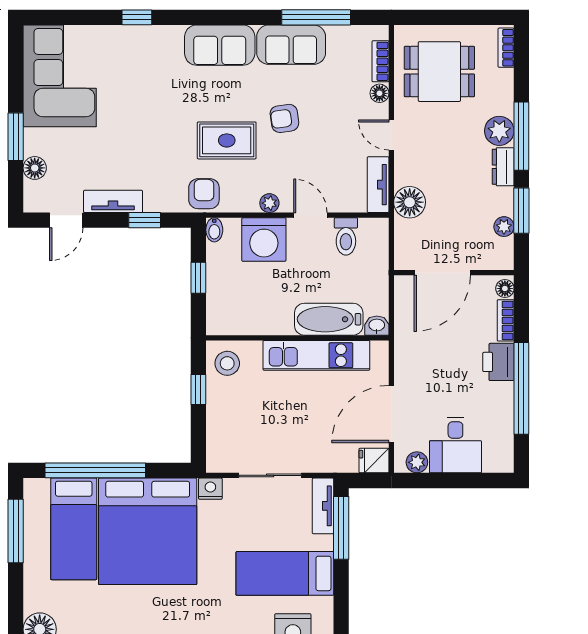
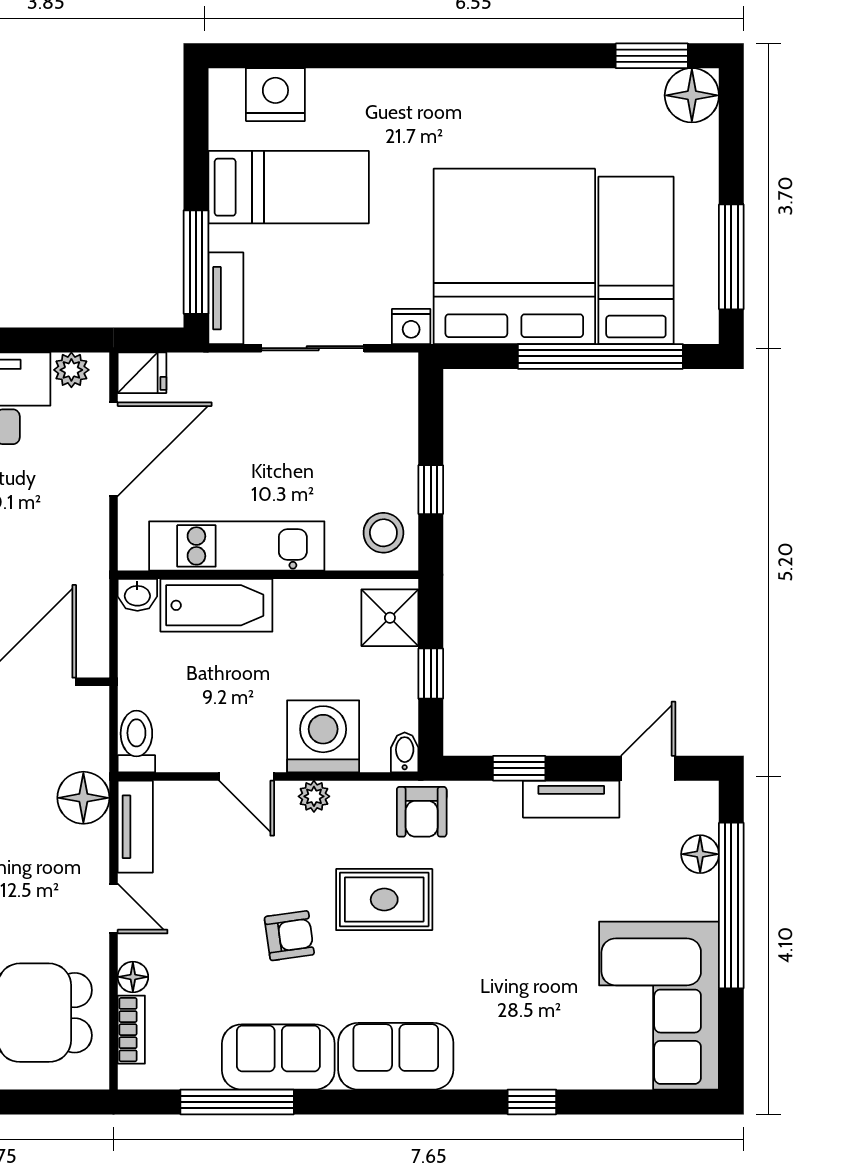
window: (16, 137) -> (731, 906), width x2.11
toilet: (346, 236) -> (136, 742), moved
shower: (223, 312) -> (390, 618), added

